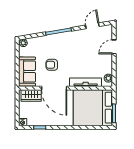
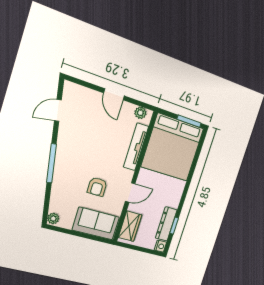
door: (92, 26) -> (58, 110), hinge flipped
door: (114, 47) -> (114, 94), moved
door: (54, 88) -> (130, 193), width x0.53
dresser: (39, 121) -> (166, 224), added

